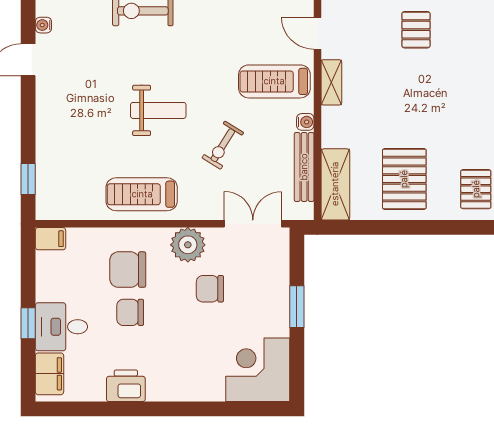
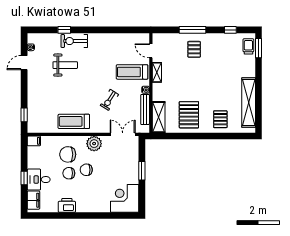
weight bench: (158, 110) -> (65, 65), moved
chair: (210, 289) -> (86, 170), moved

